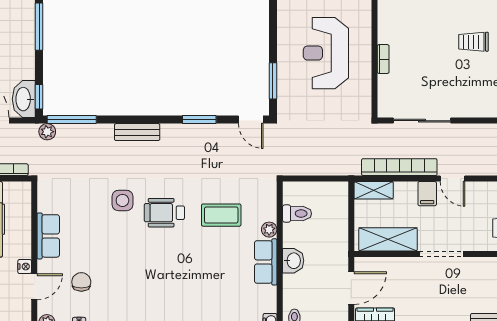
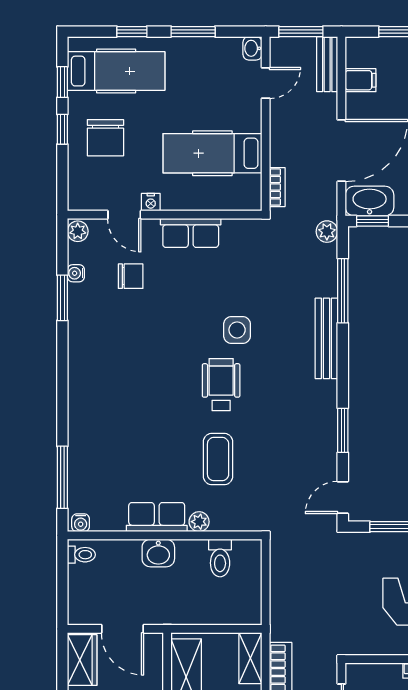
window: (72, 120) -> (343, 291), moved
bench: (137, 132) -> (326, 338), width x1.36

